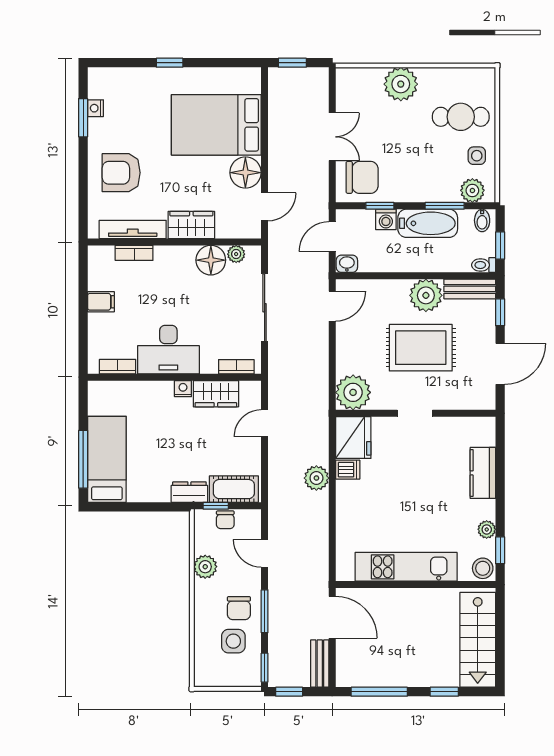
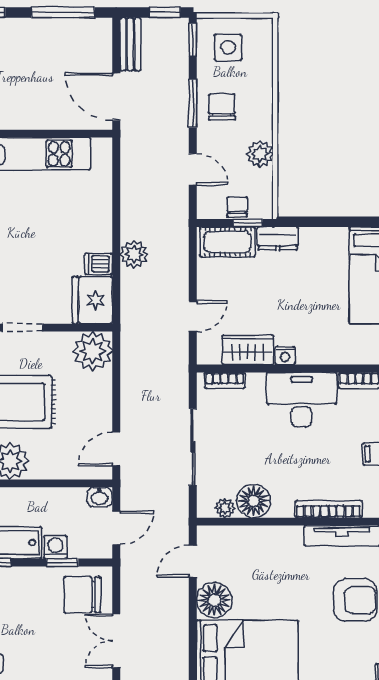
wardrobe: (191, 225) -> (276, 541), removed
bookcase: (134, 253) -> (328, 509), width x1.56
side table: (233, 641) -> (228, 47), moved

